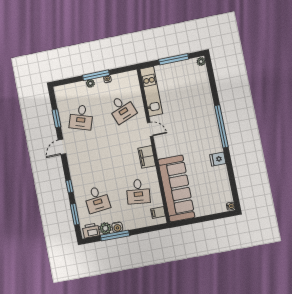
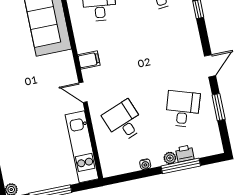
window: (96, 75) -> (181, 166), moved
printer: (80, 86) -> (185, 154), added
filing cabinet: (147, 157) -> (89, 60), width x0.50

